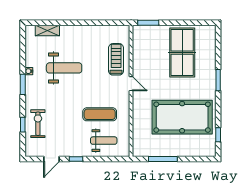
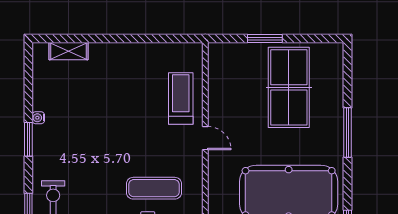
window: (148, 23) -> (265, 39), moved
weight bench: (64, 68) -> (96, 112), removed
window: (218, 80) -> (347, 132), width x1.44

